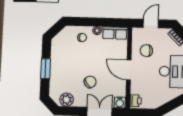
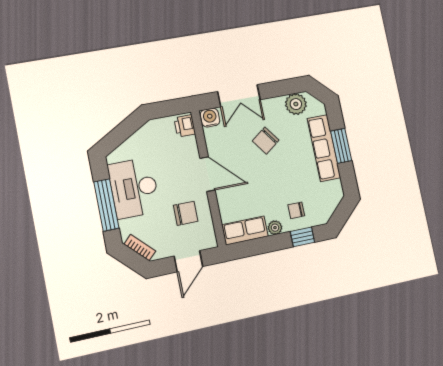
window: (82, 22) -> (302, 237), added
row of seats: (56, 70) -> (324, 148), added

